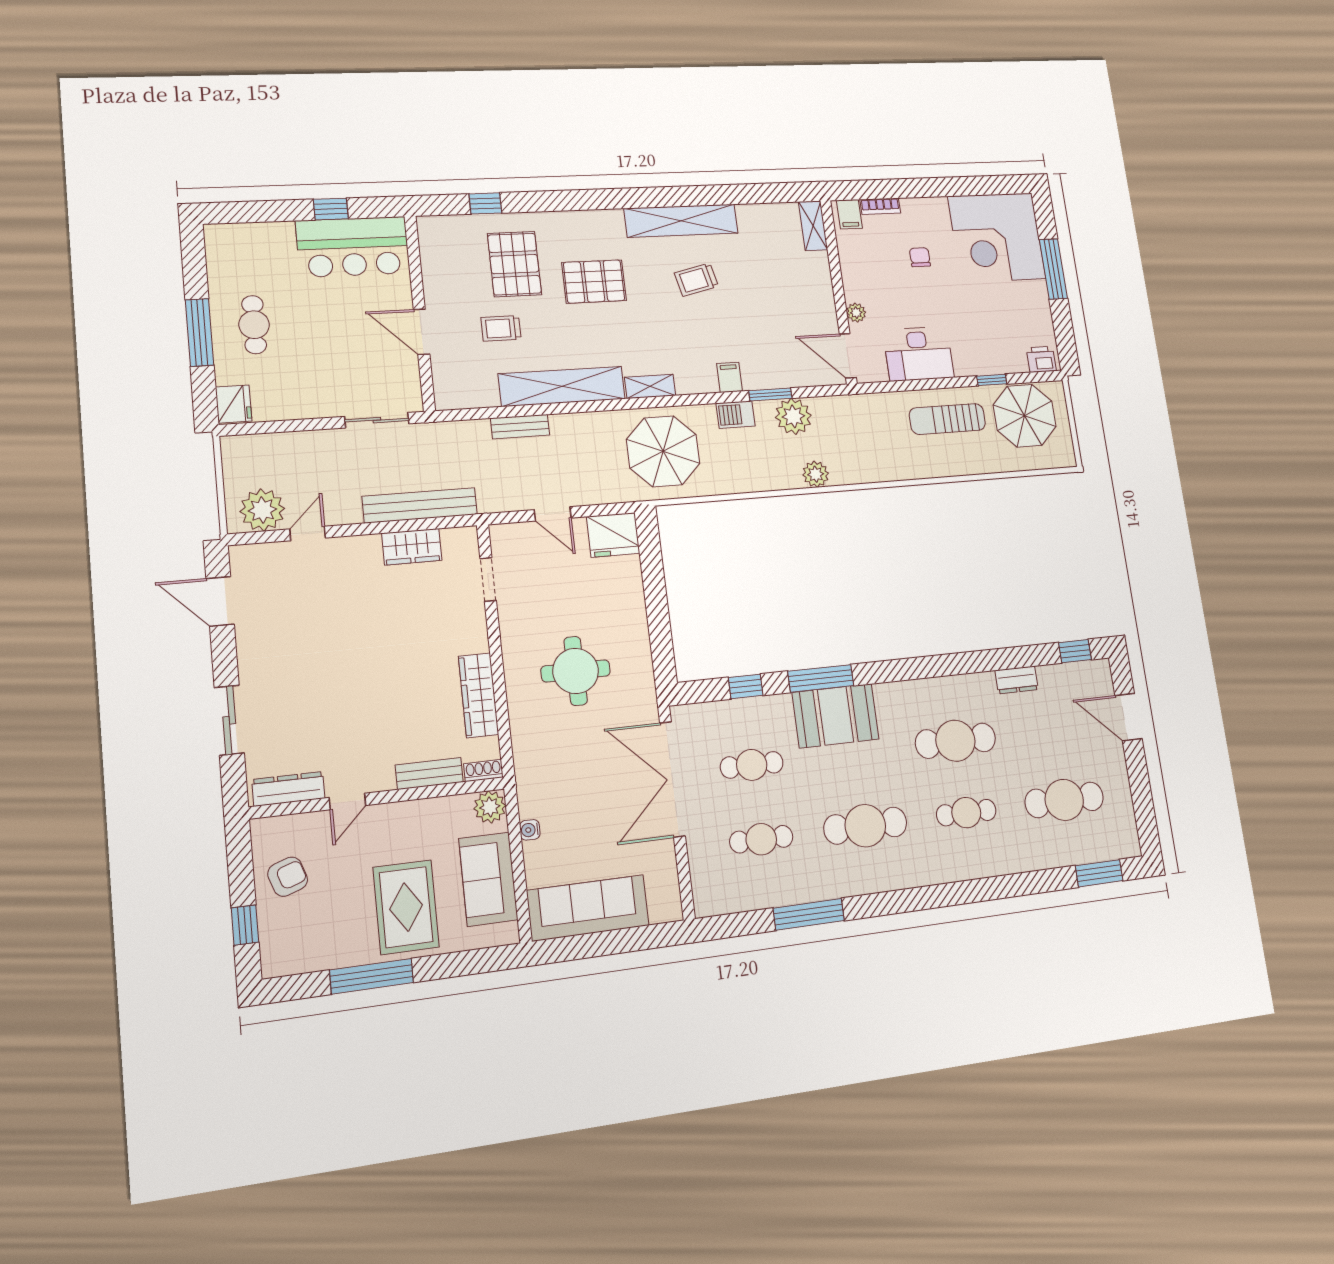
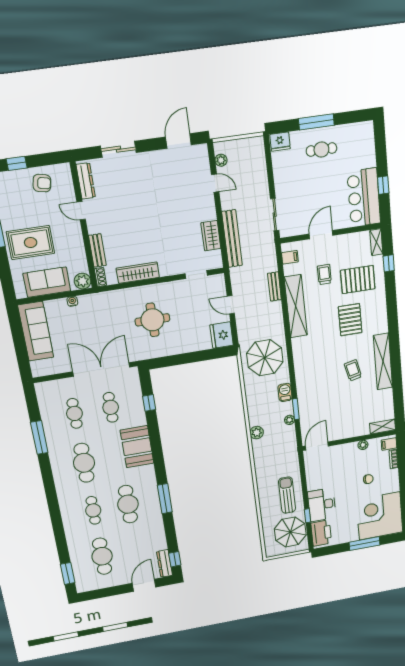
plant: (856, 313) -> (363, 445), moved
desk: (919, 354) -> (322, 505), moved
printer: (1041, 359) -> (321, 533), width x1.87, depth x1.48
filing cabinet: (730, 377) -> (290, 257), moved
shelving: (650, 386) -> (376, 242), moved
plant: (793, 416) -> (290, 420), width x0.53, depth x0.53
plant: (262, 510) -> (221, 160), width x0.53, depth x0.53
door: (553, 514) -> (231, 305), hinge flipped
window: (821, 678) -> (165, 499), moved
dresser: (1017, 680) -> (165, 563), moved, width x1.44
armchair: (288, 877) -> (42, 183), turned -59

